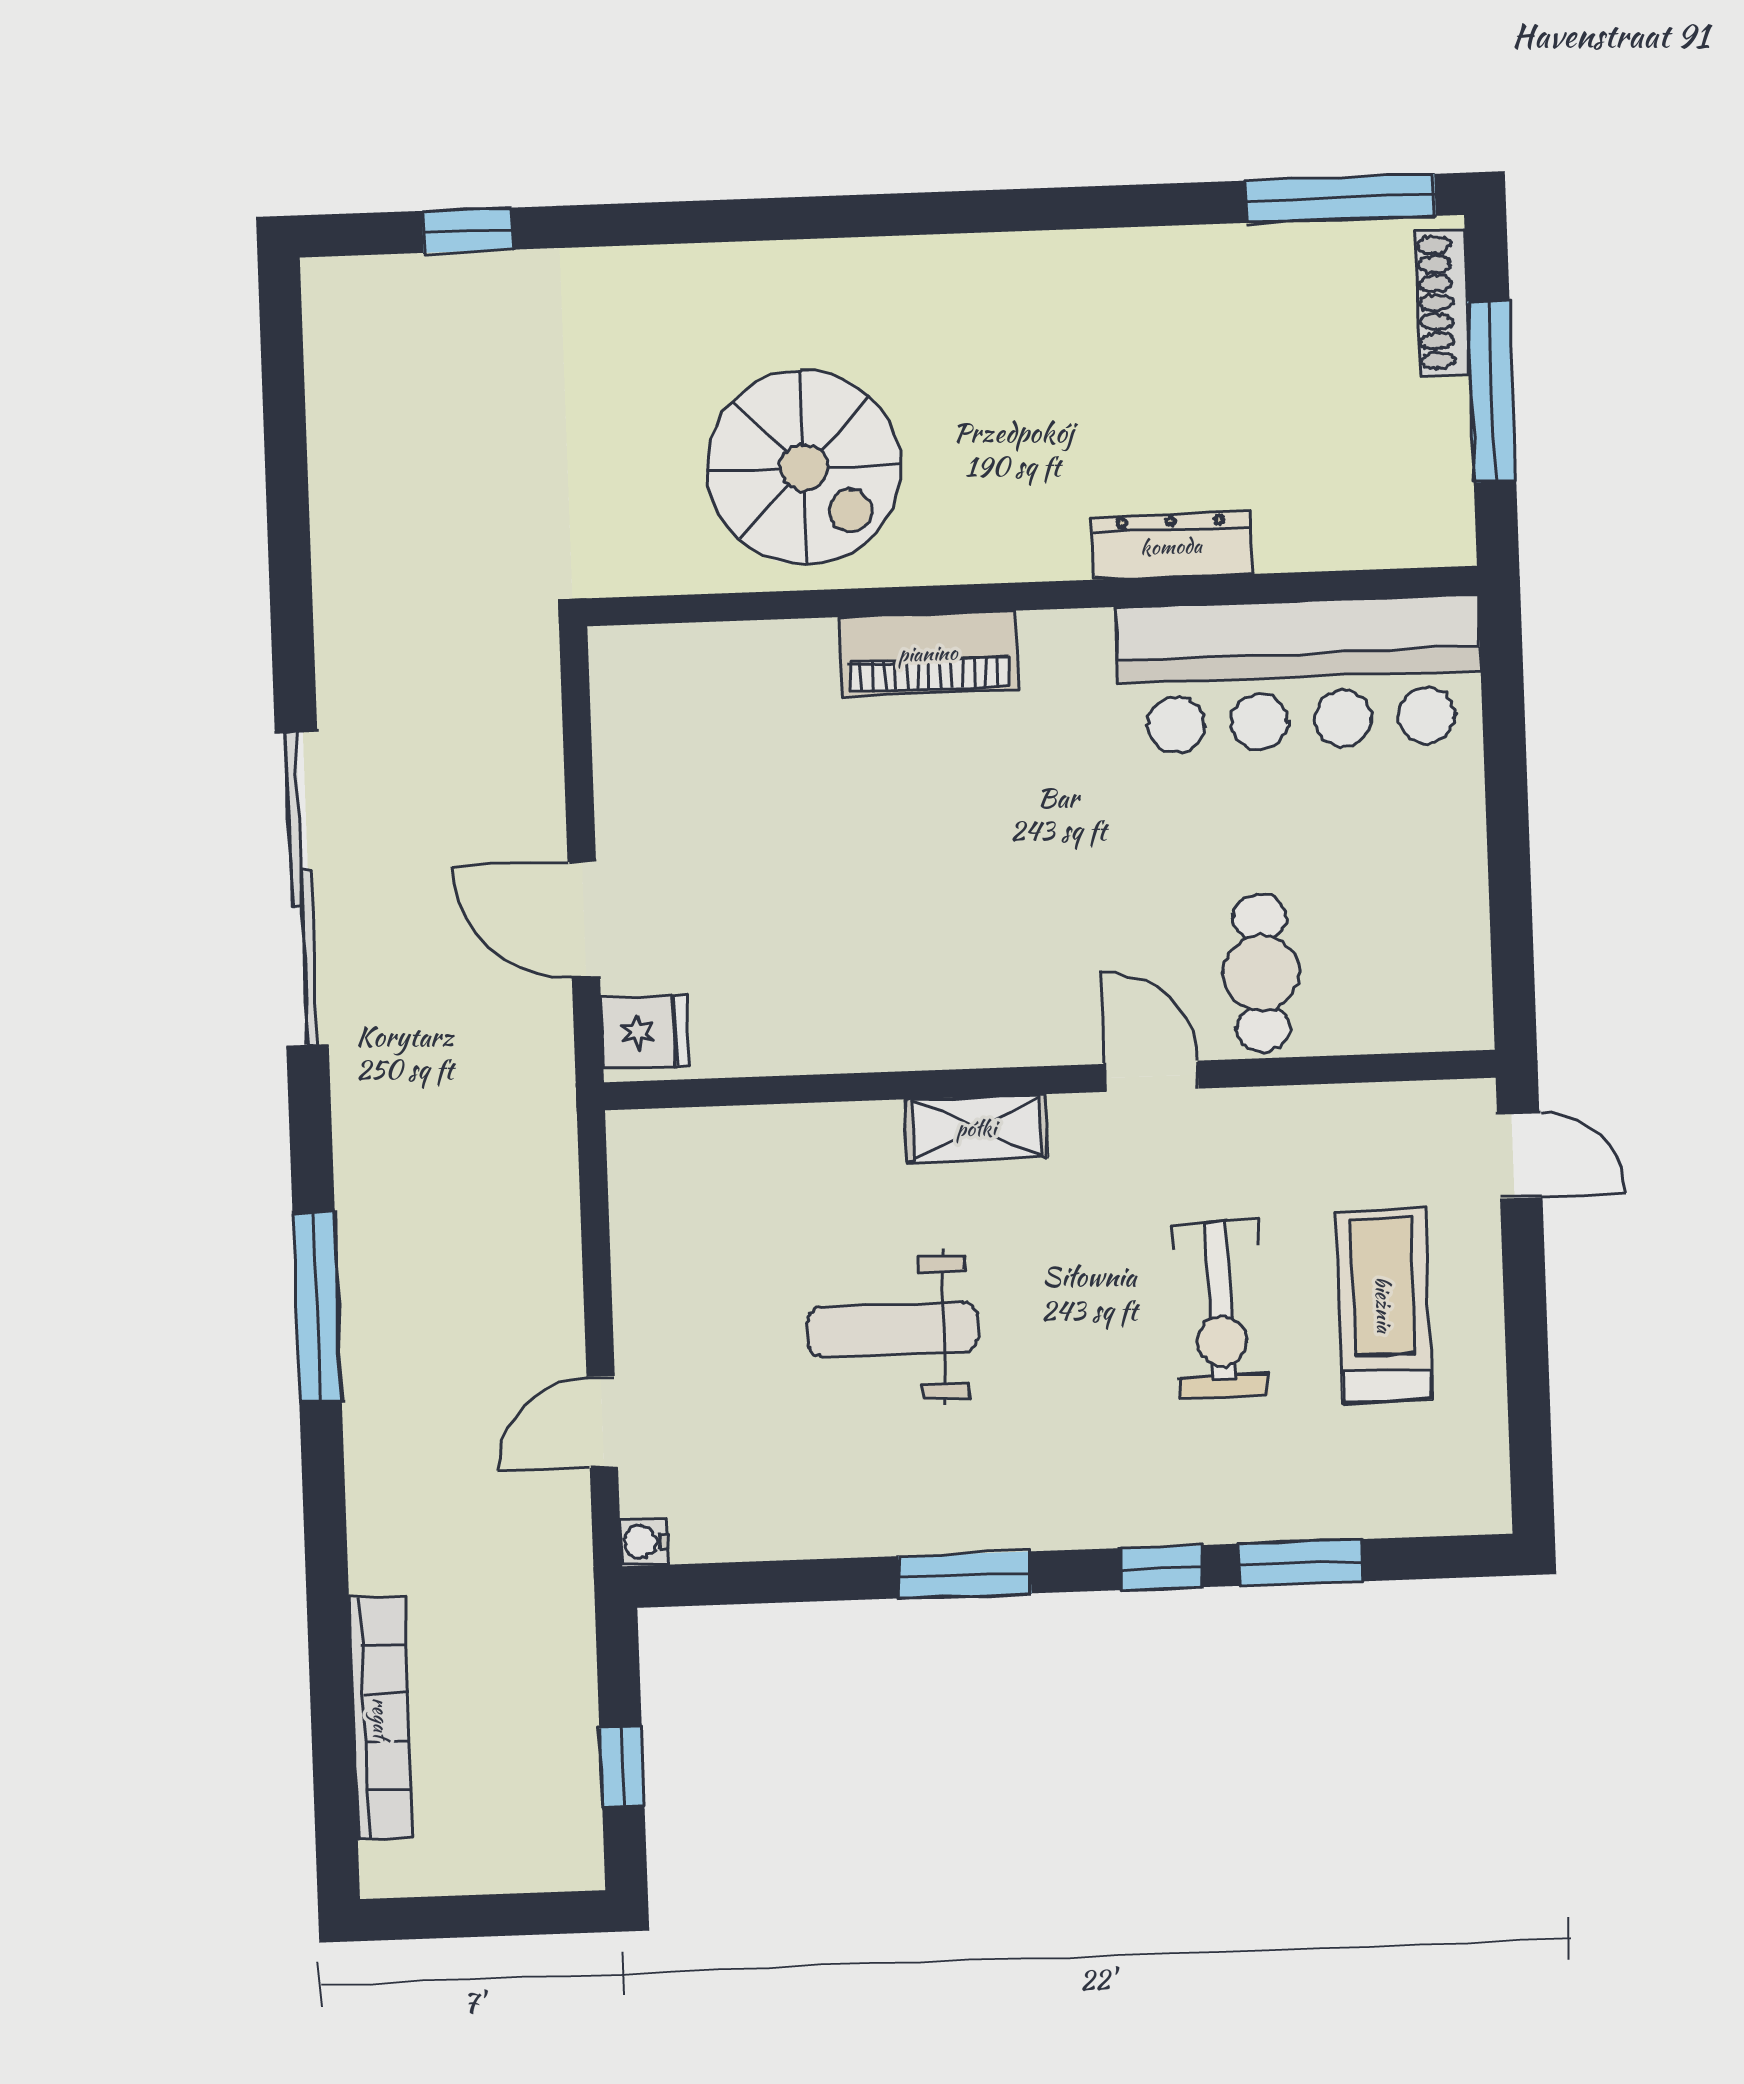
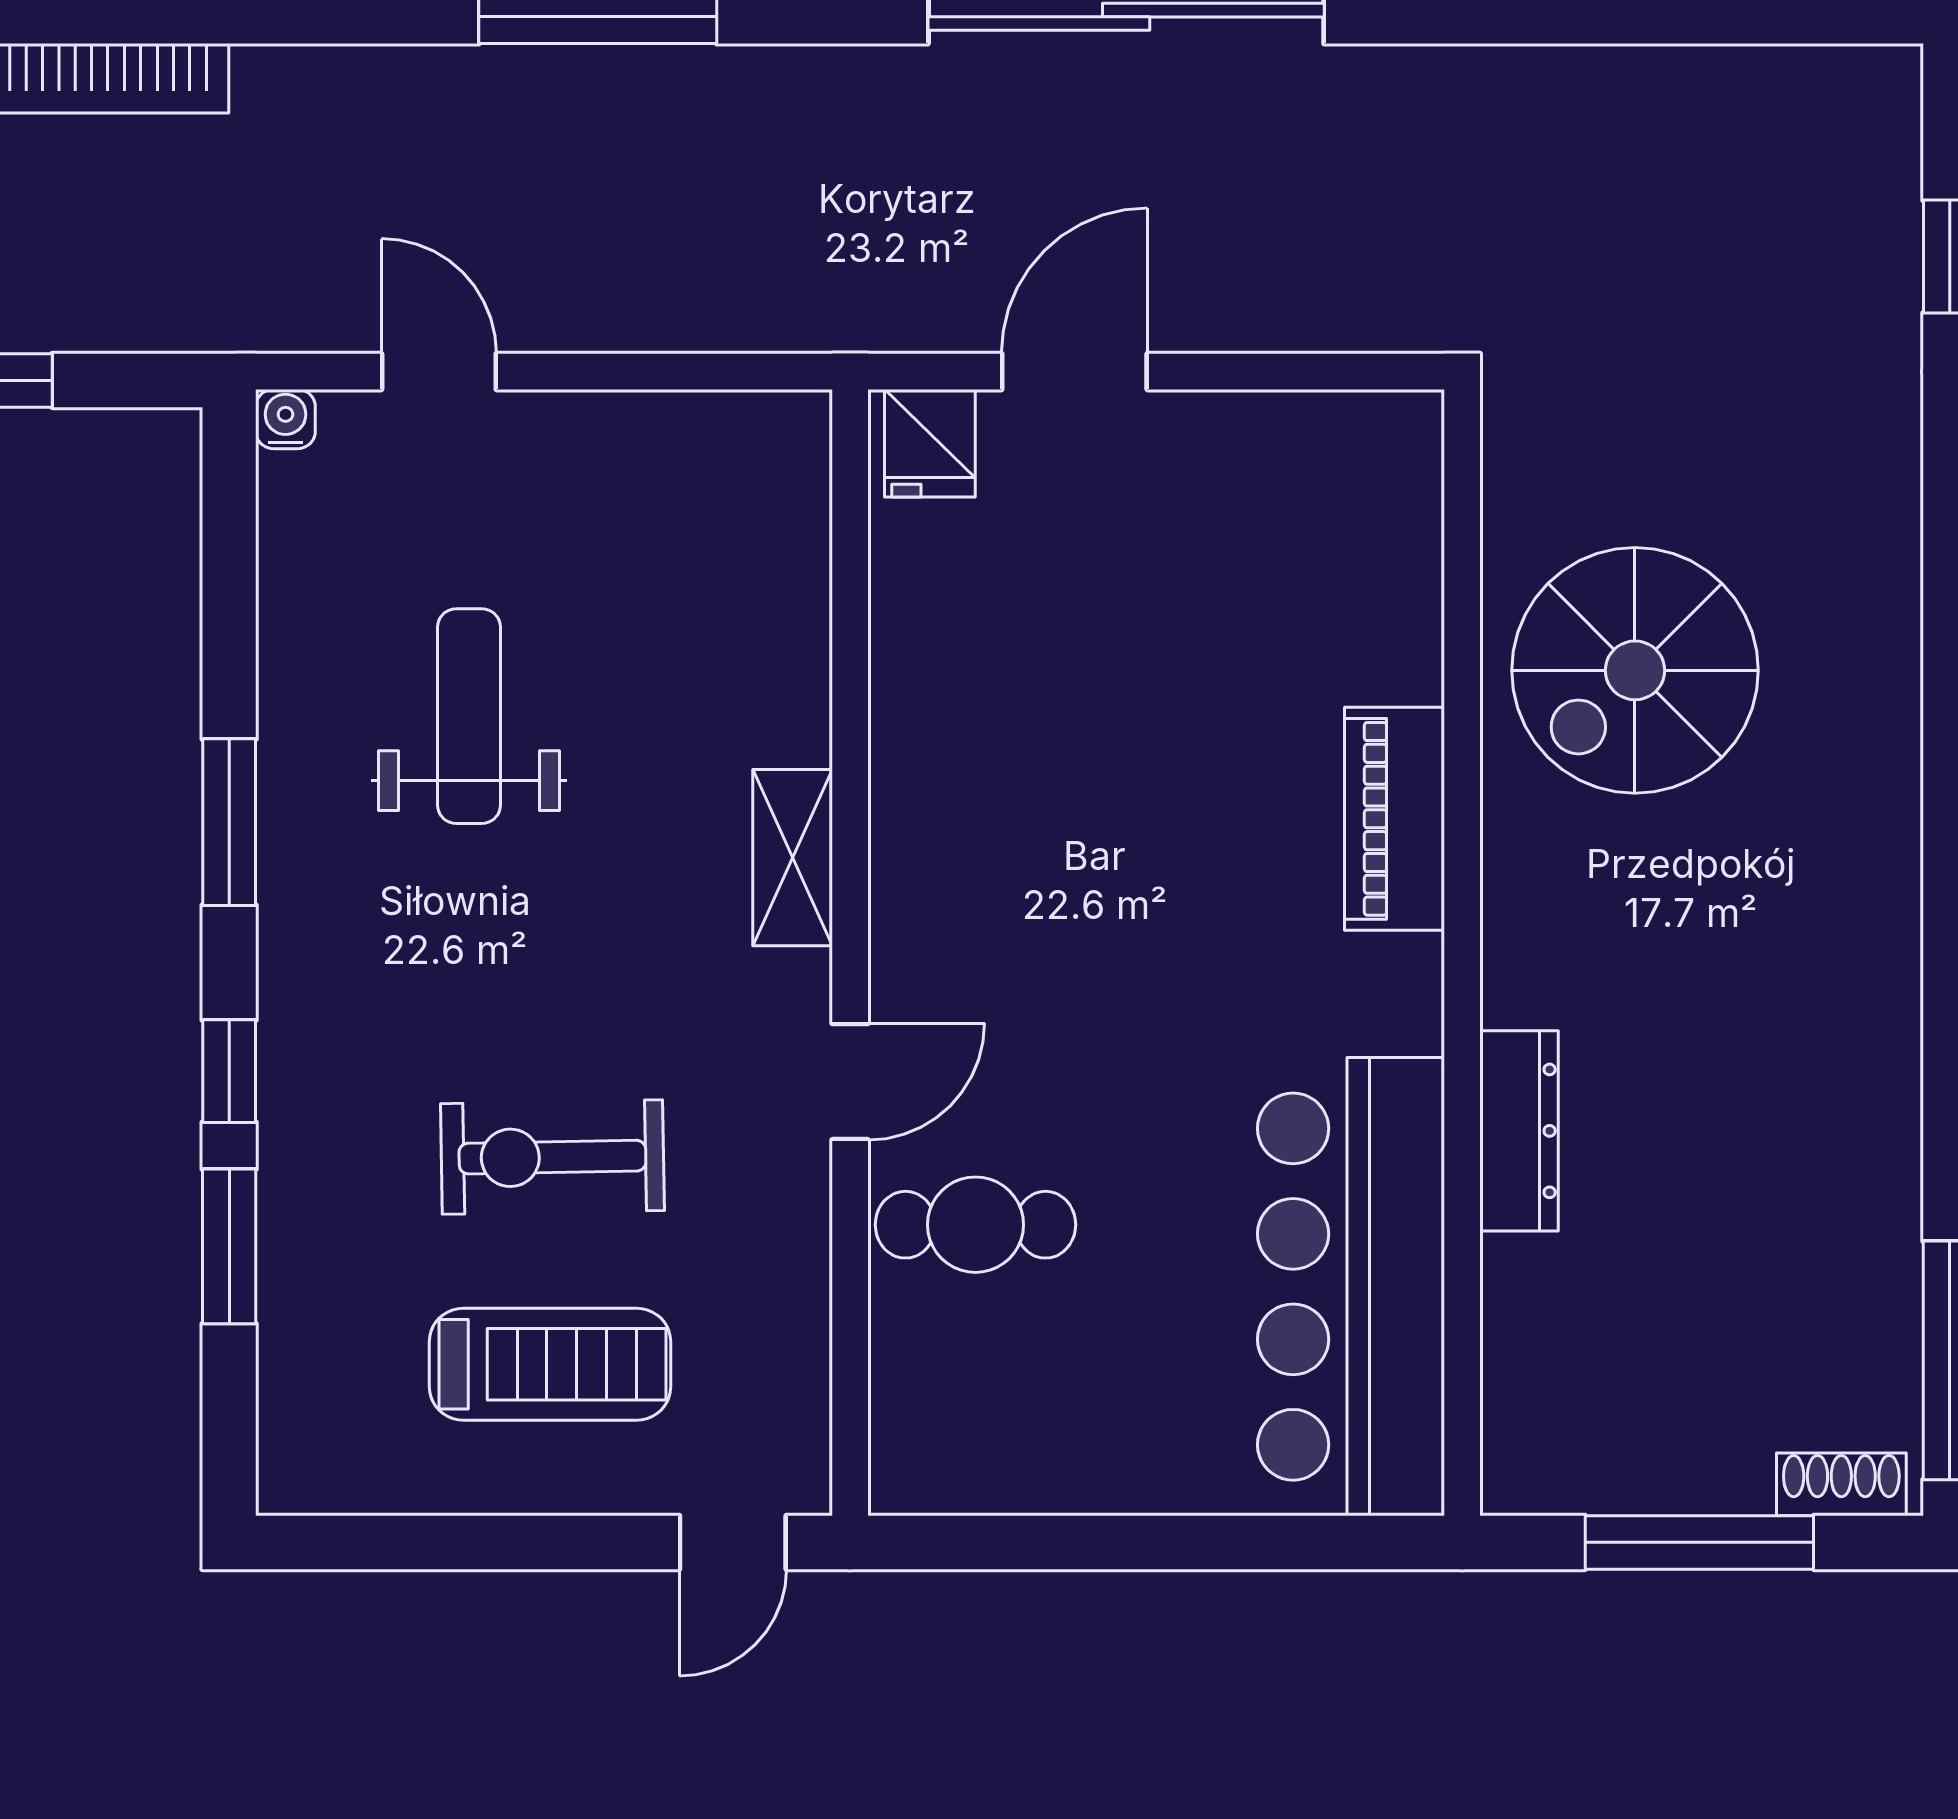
shoe rack: (1442, 303) -> (1841, 1484), width x0.70
weight bench: (893, 1330) -> (469, 716), moved

